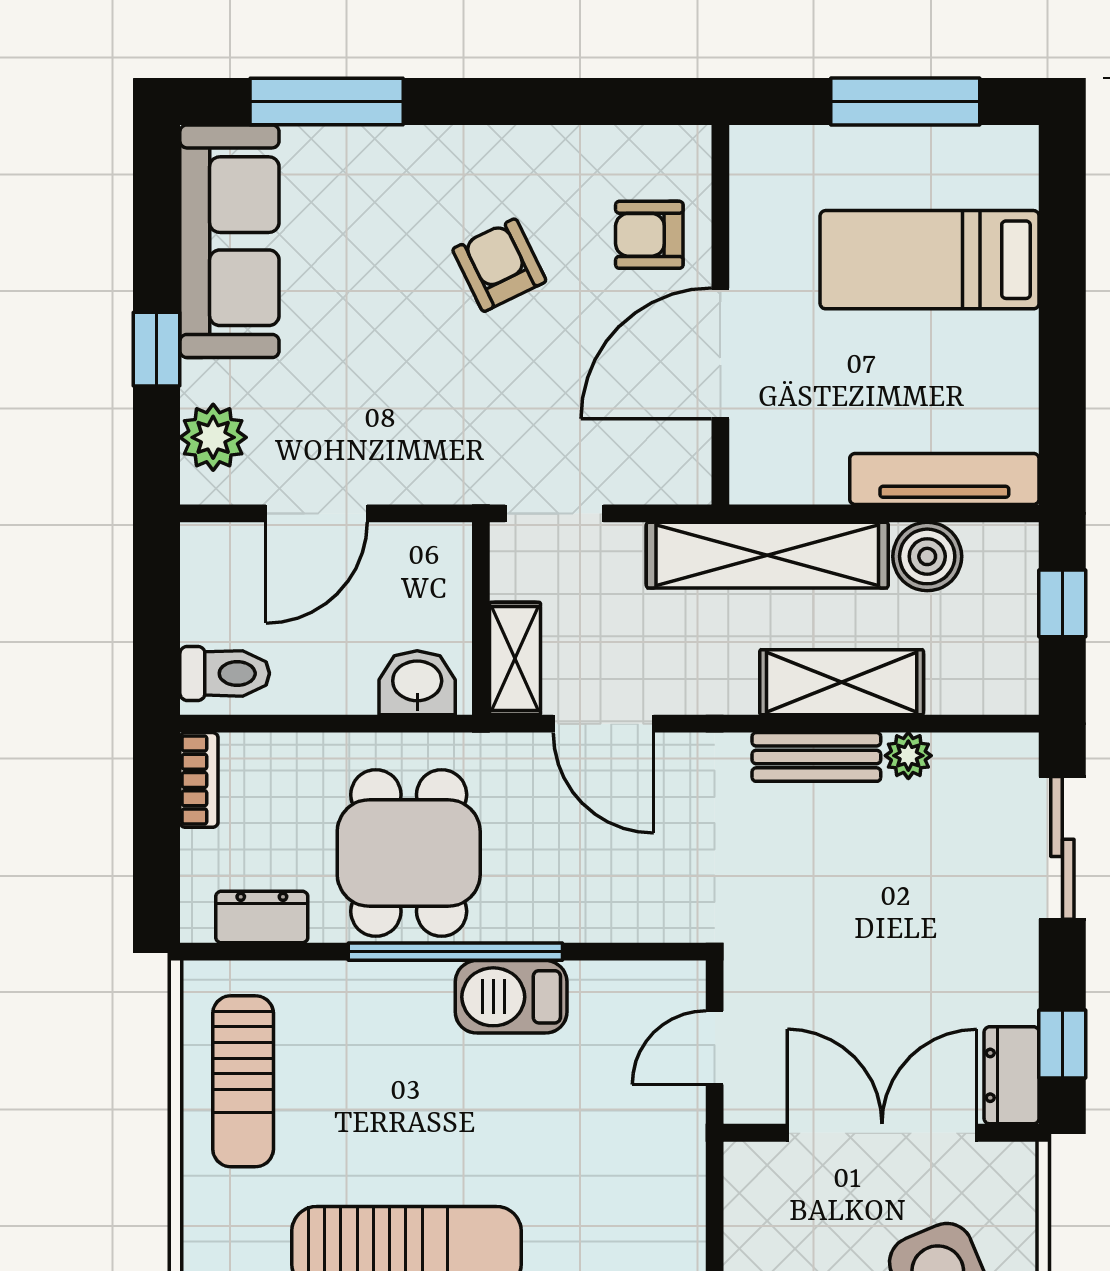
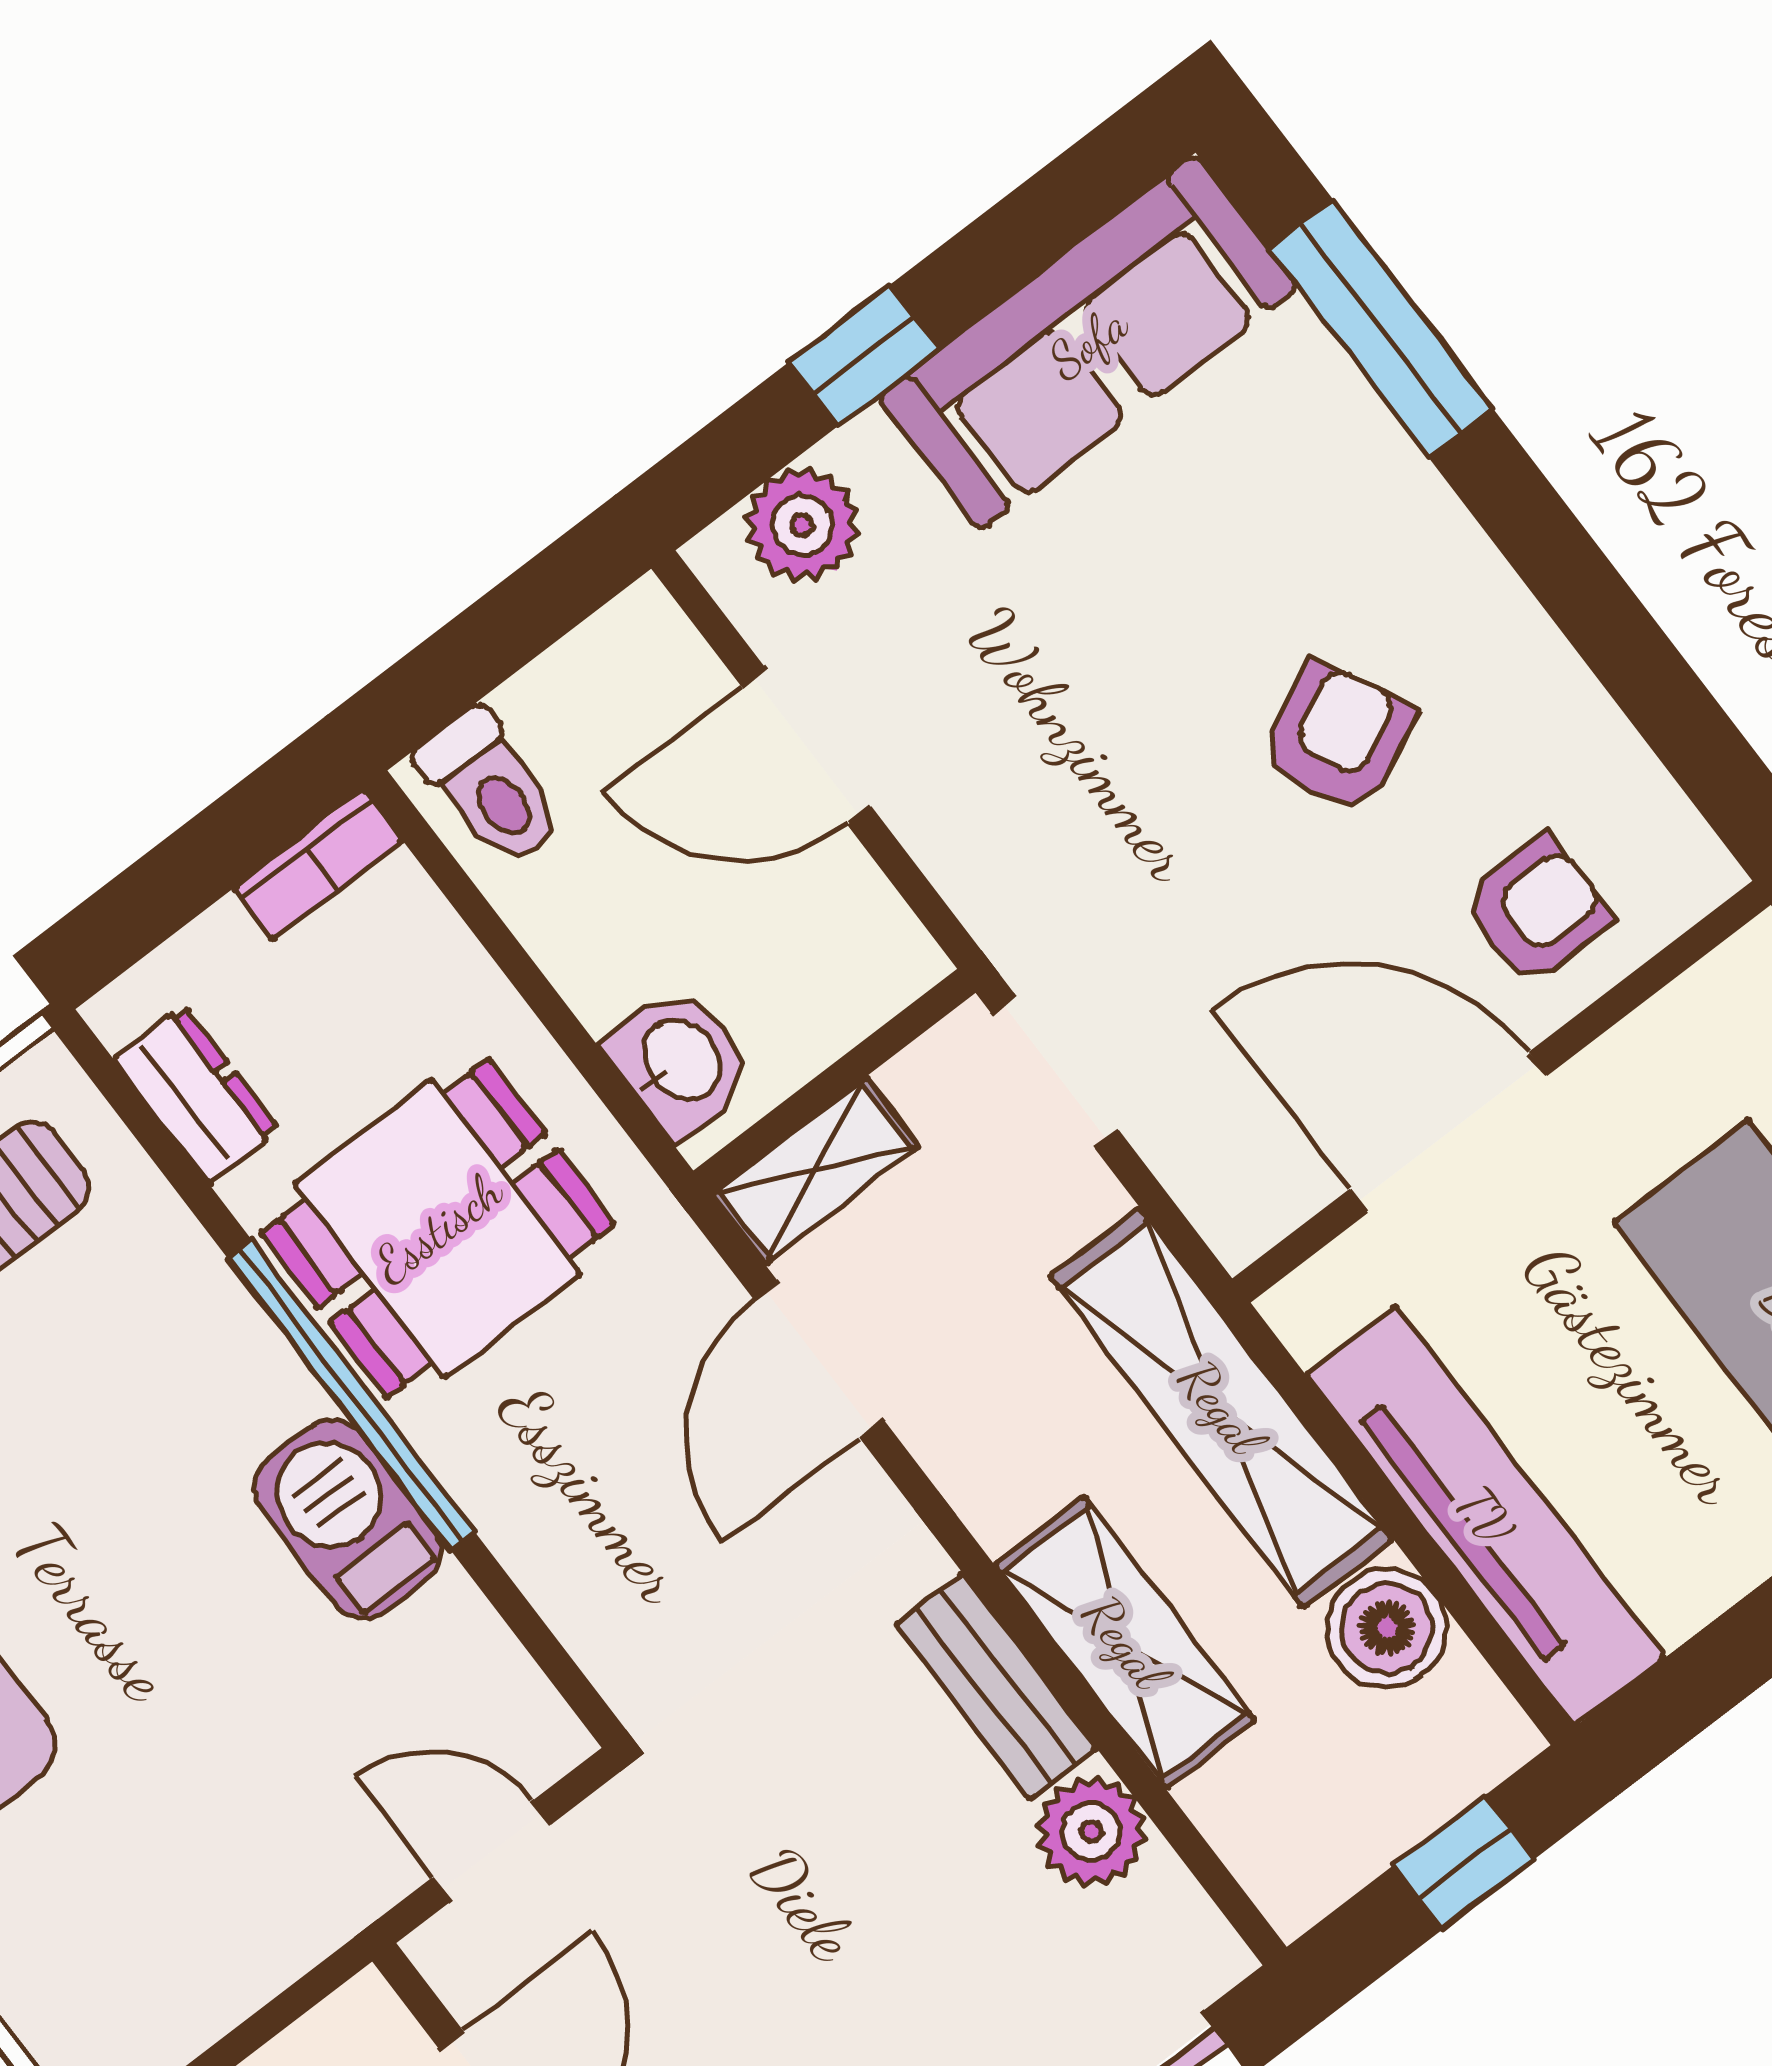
armchair: (649, 235) -> (1536, 911), turned 90
tv unit: (944, 479) -> (1485, 1516), width x1.36, depth x1.29
plant: (908, 756) -> (1092, 1831), width x1.38, depth x1.38

